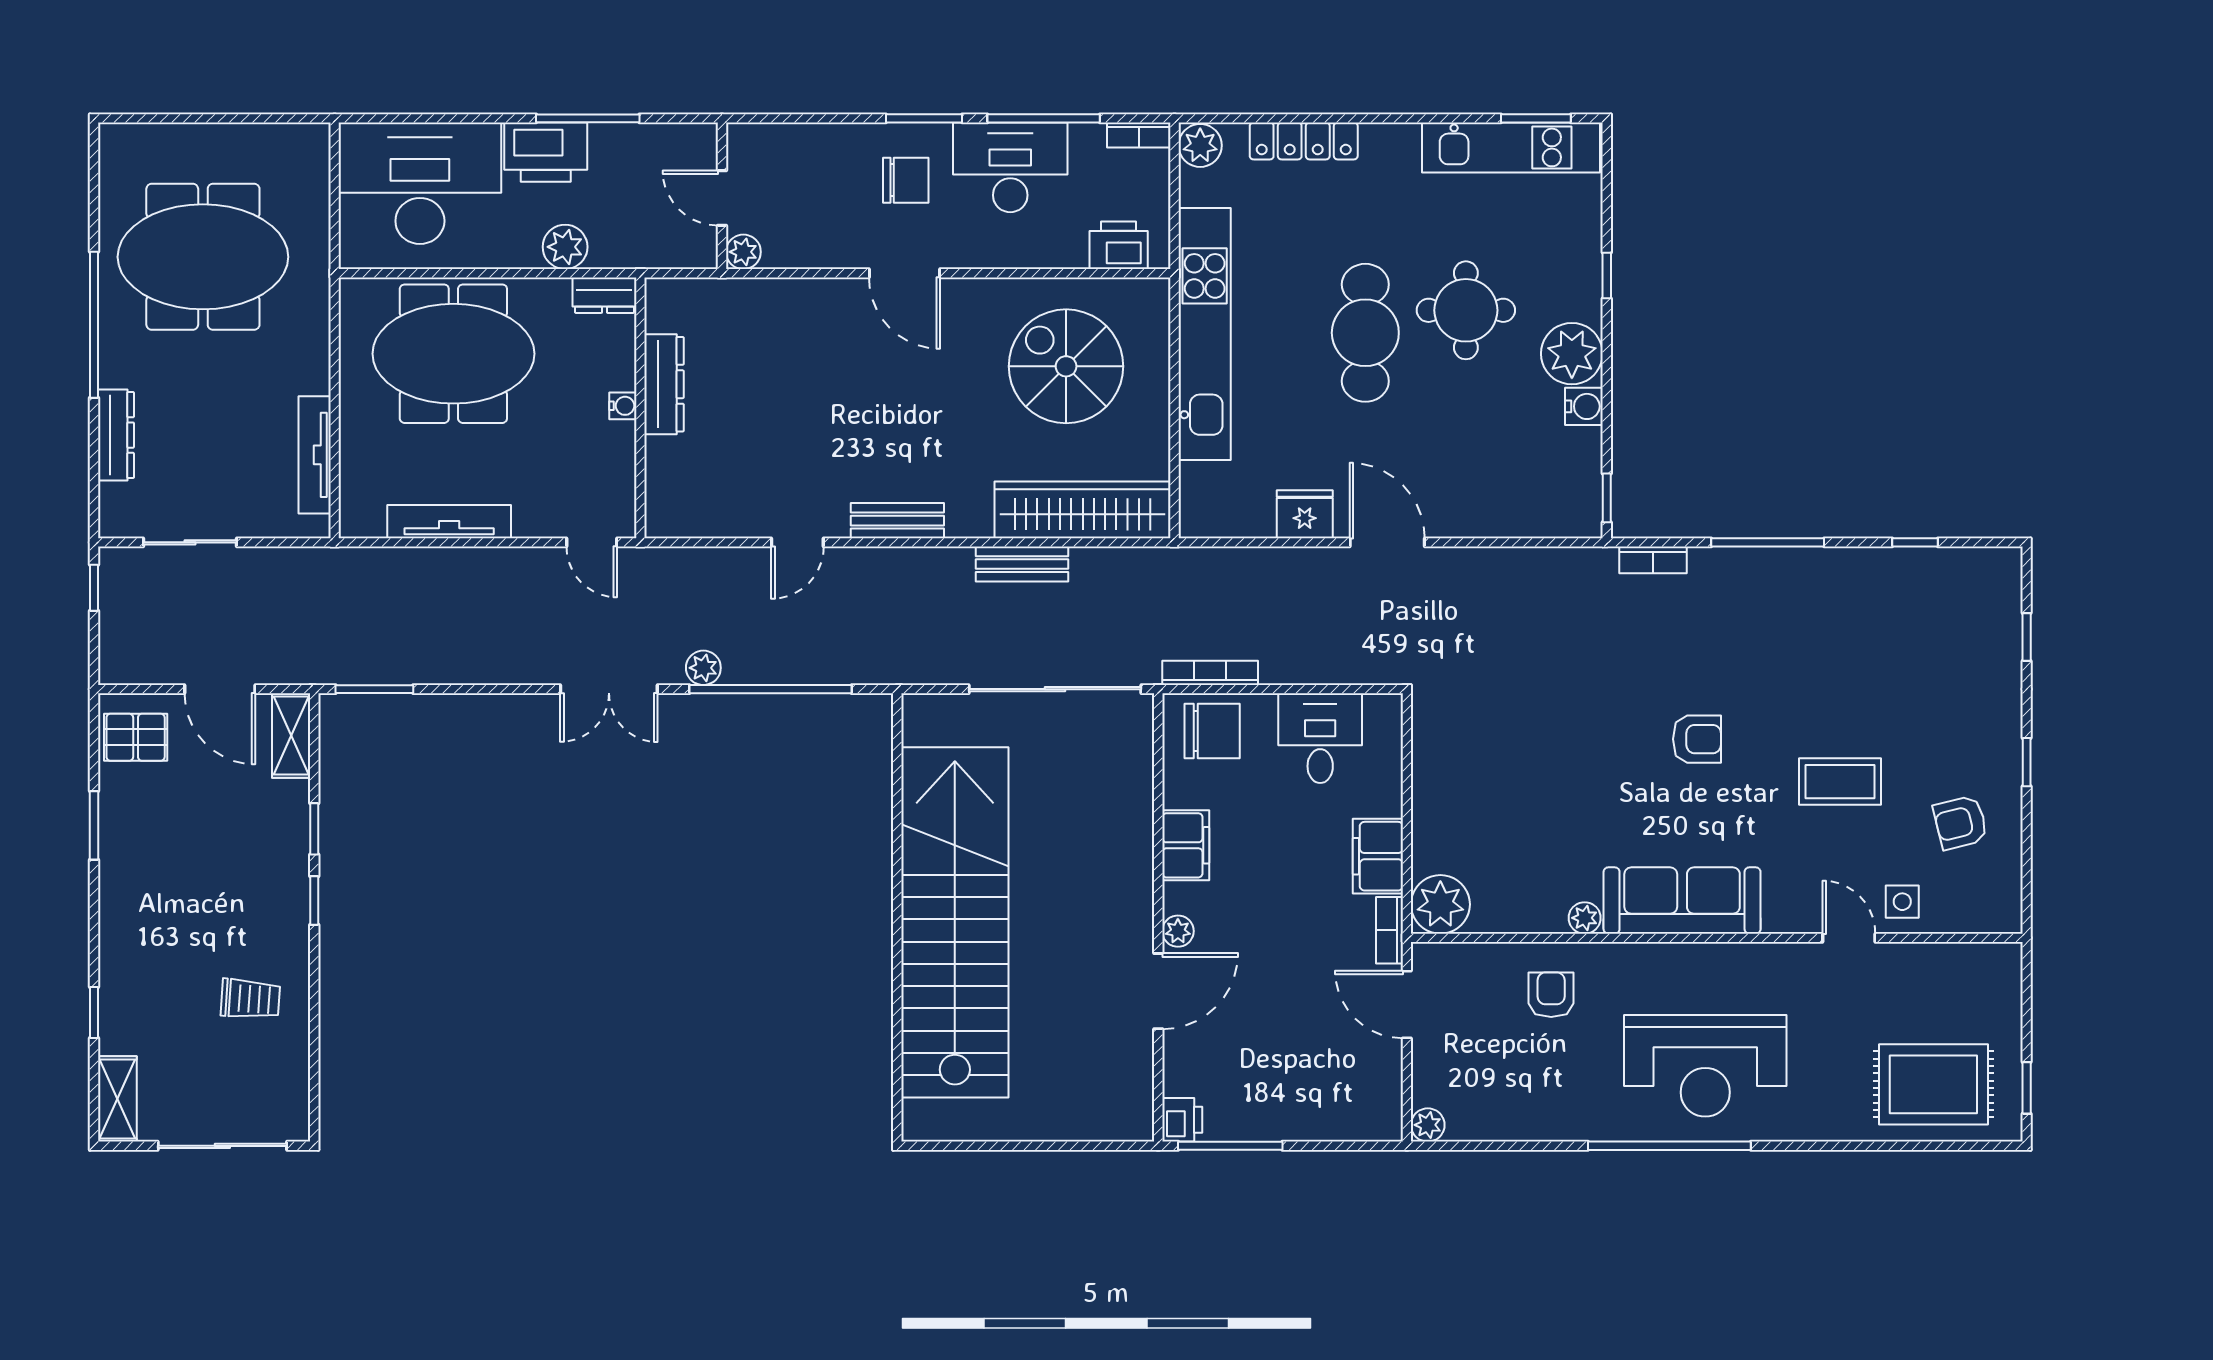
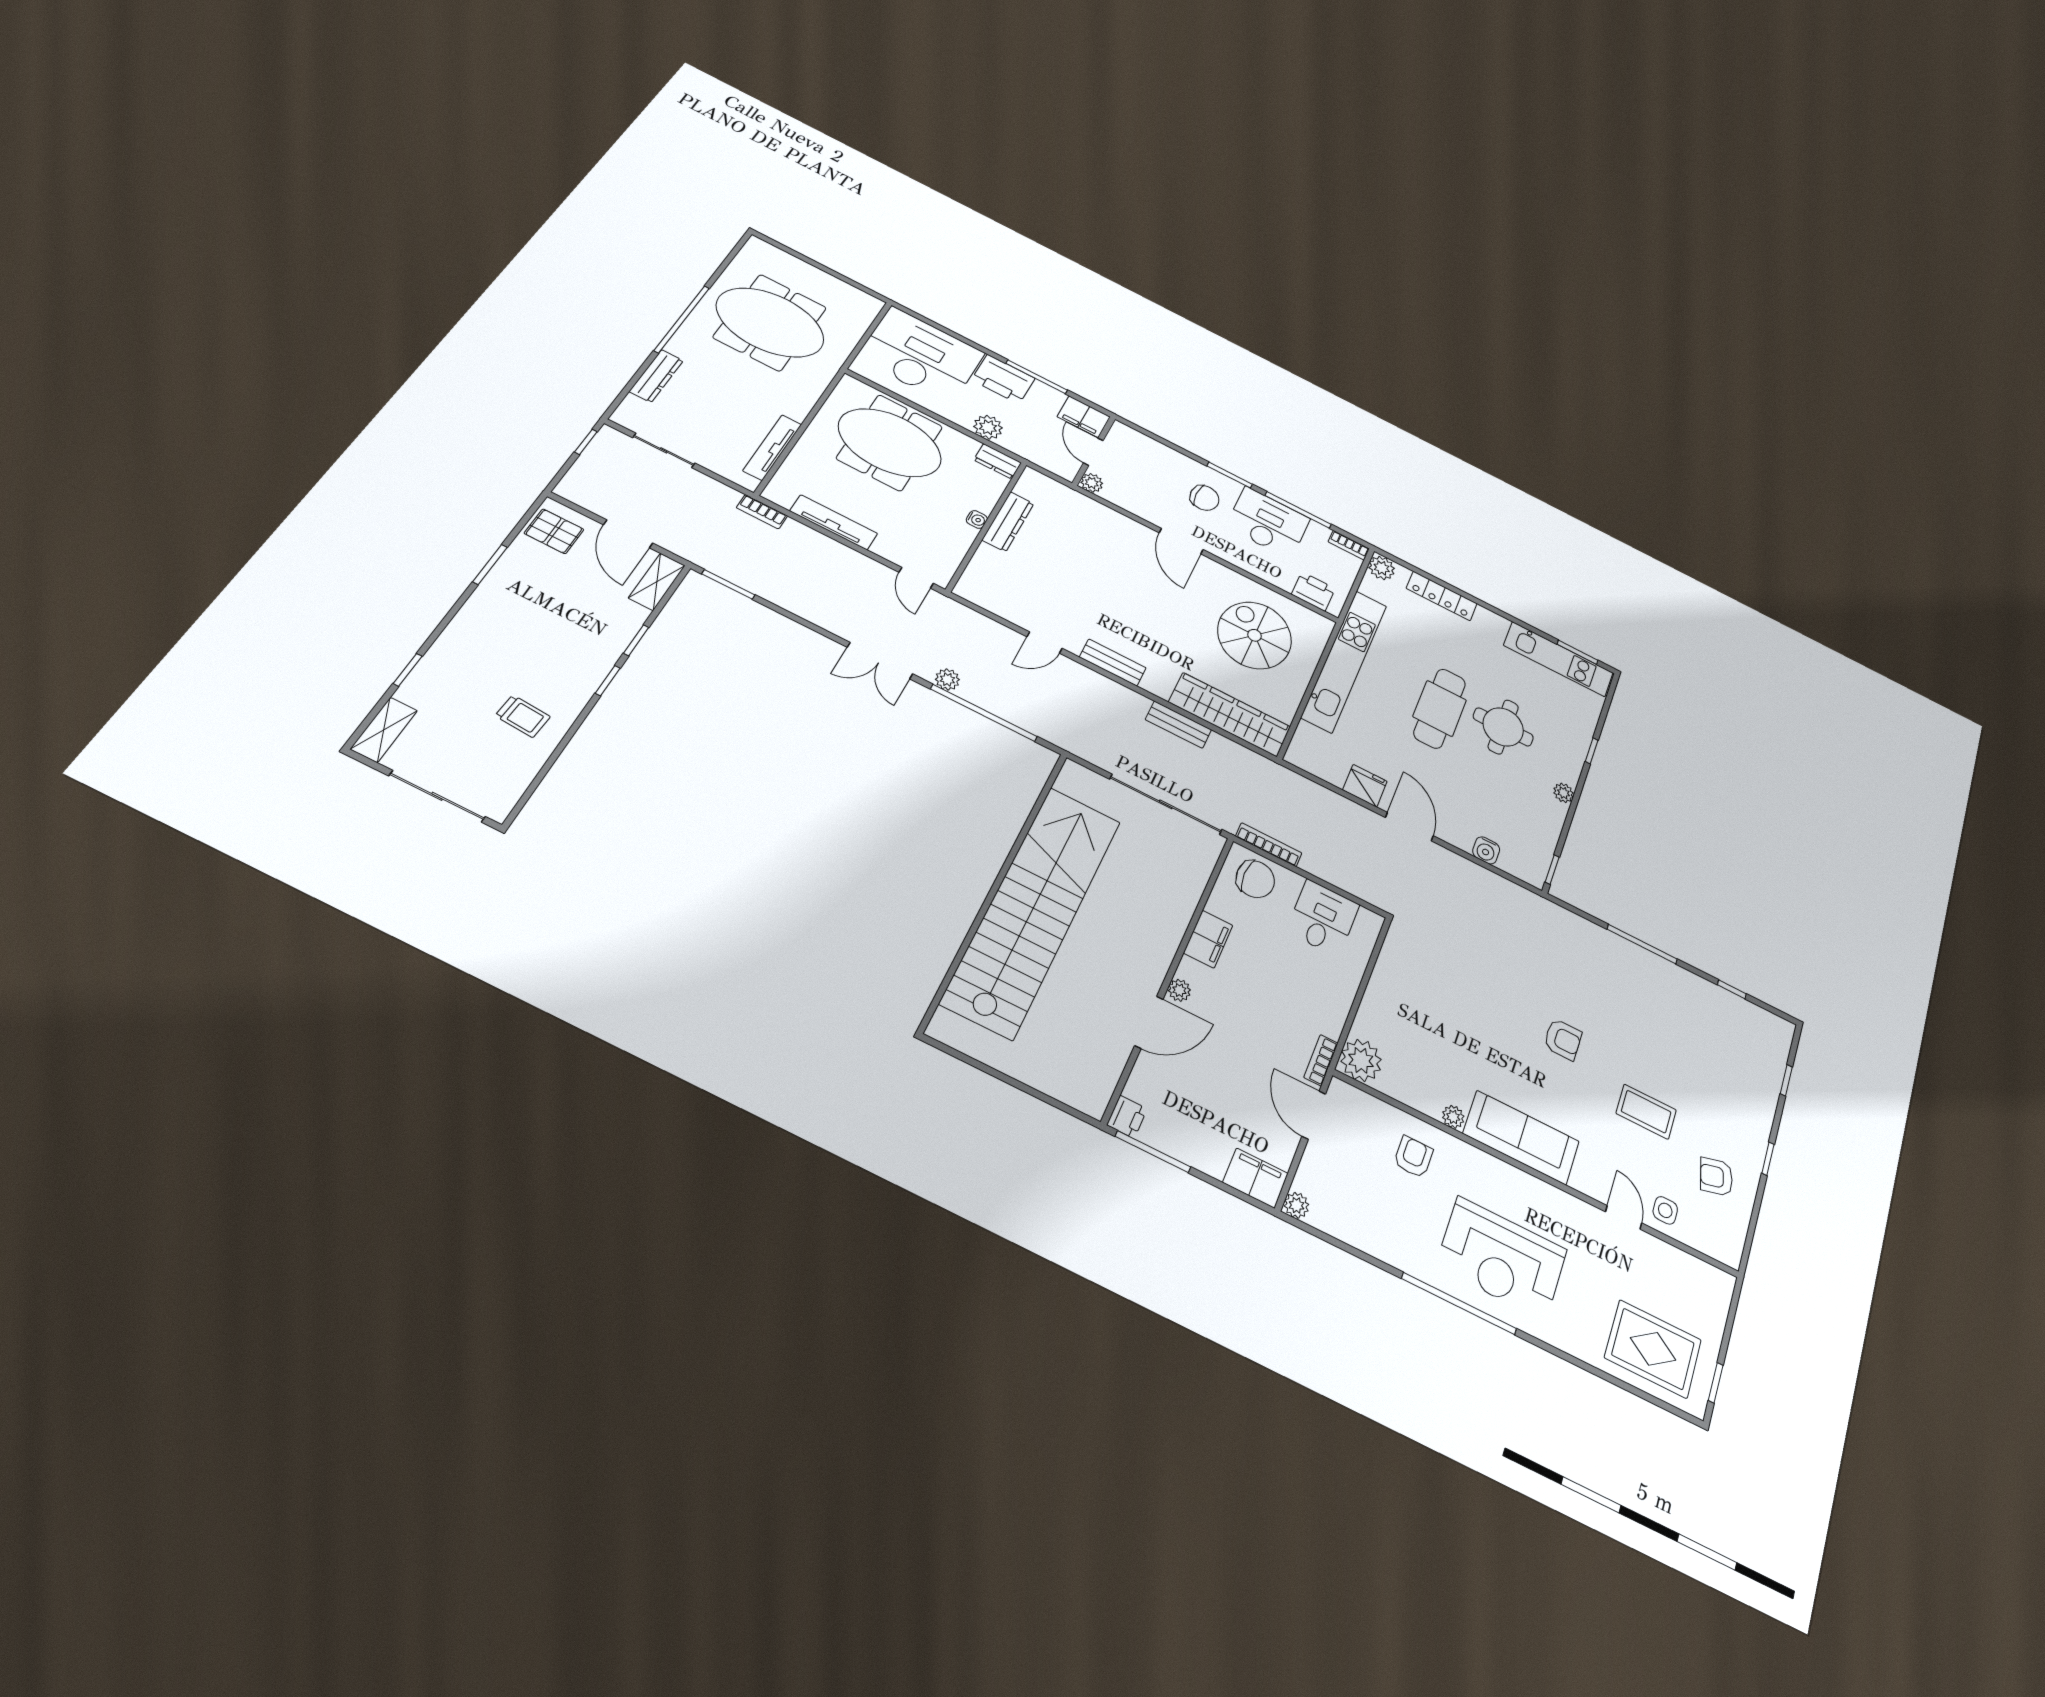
filing cabinet: (682, 146) -> (1084, 417), added
plant: (1572, 354) -> (1563, 793), width x0.53, depth x0.53
water cooler: (1584, 406) -> (1486, 850), moved, turned 90
bookcase: (1653, 560) -> (762, 512), moved
filing cabinet: (1378, 856) -> (1255, 1178), moved, turned 90

